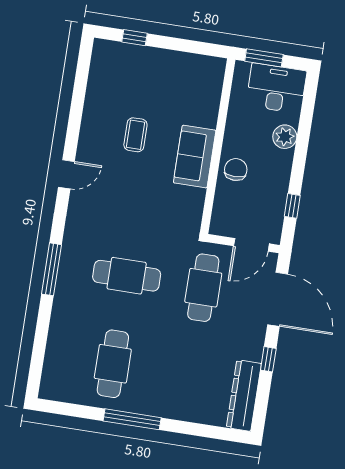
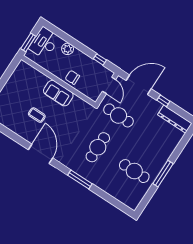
door: (66, 174) -> (41, 154), width x1.88

